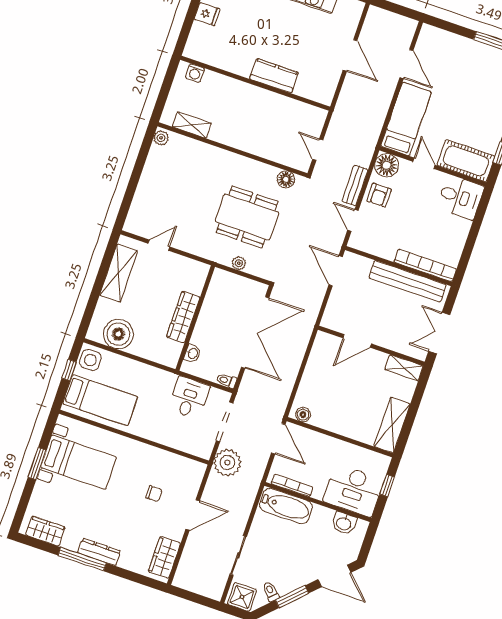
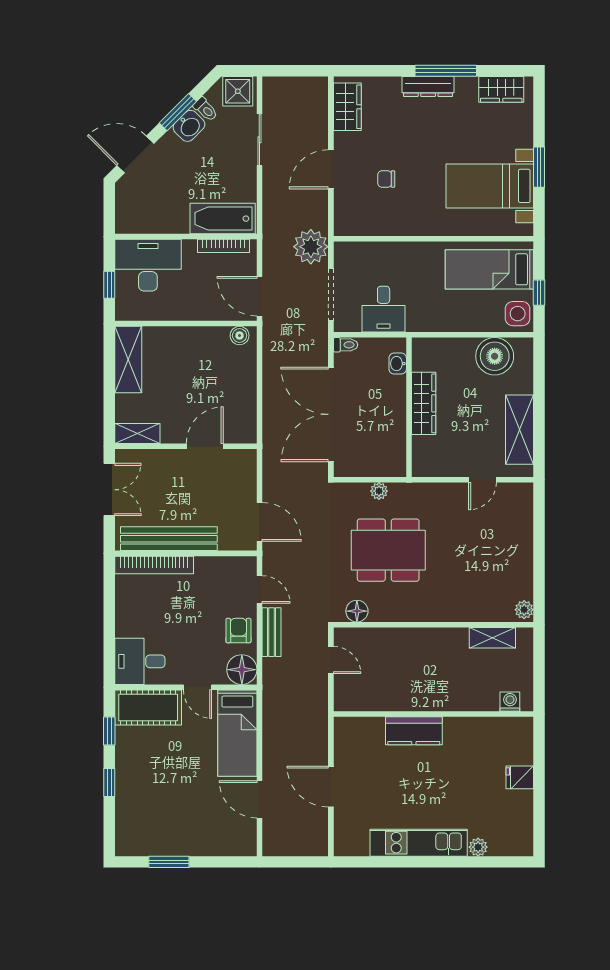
washbasin: (344, 523) -> (189, 126), moved, turned 135

